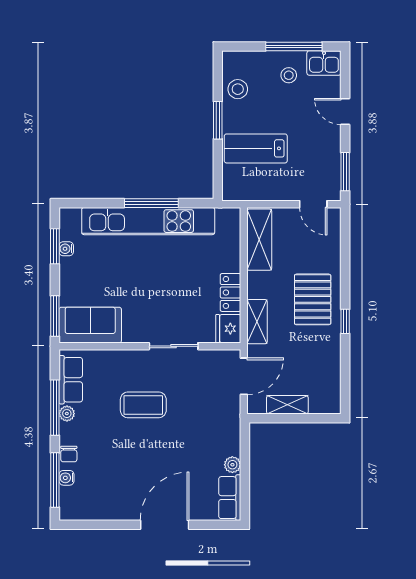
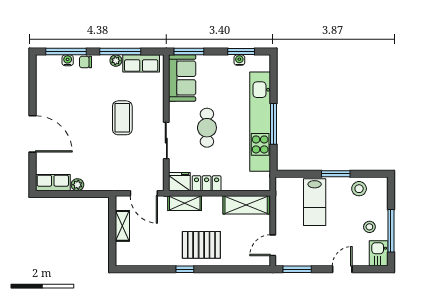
lab bench: (256, 148) -> (315, 202), turned 180
cafe table: (156, 292) -> (207, 128), added

